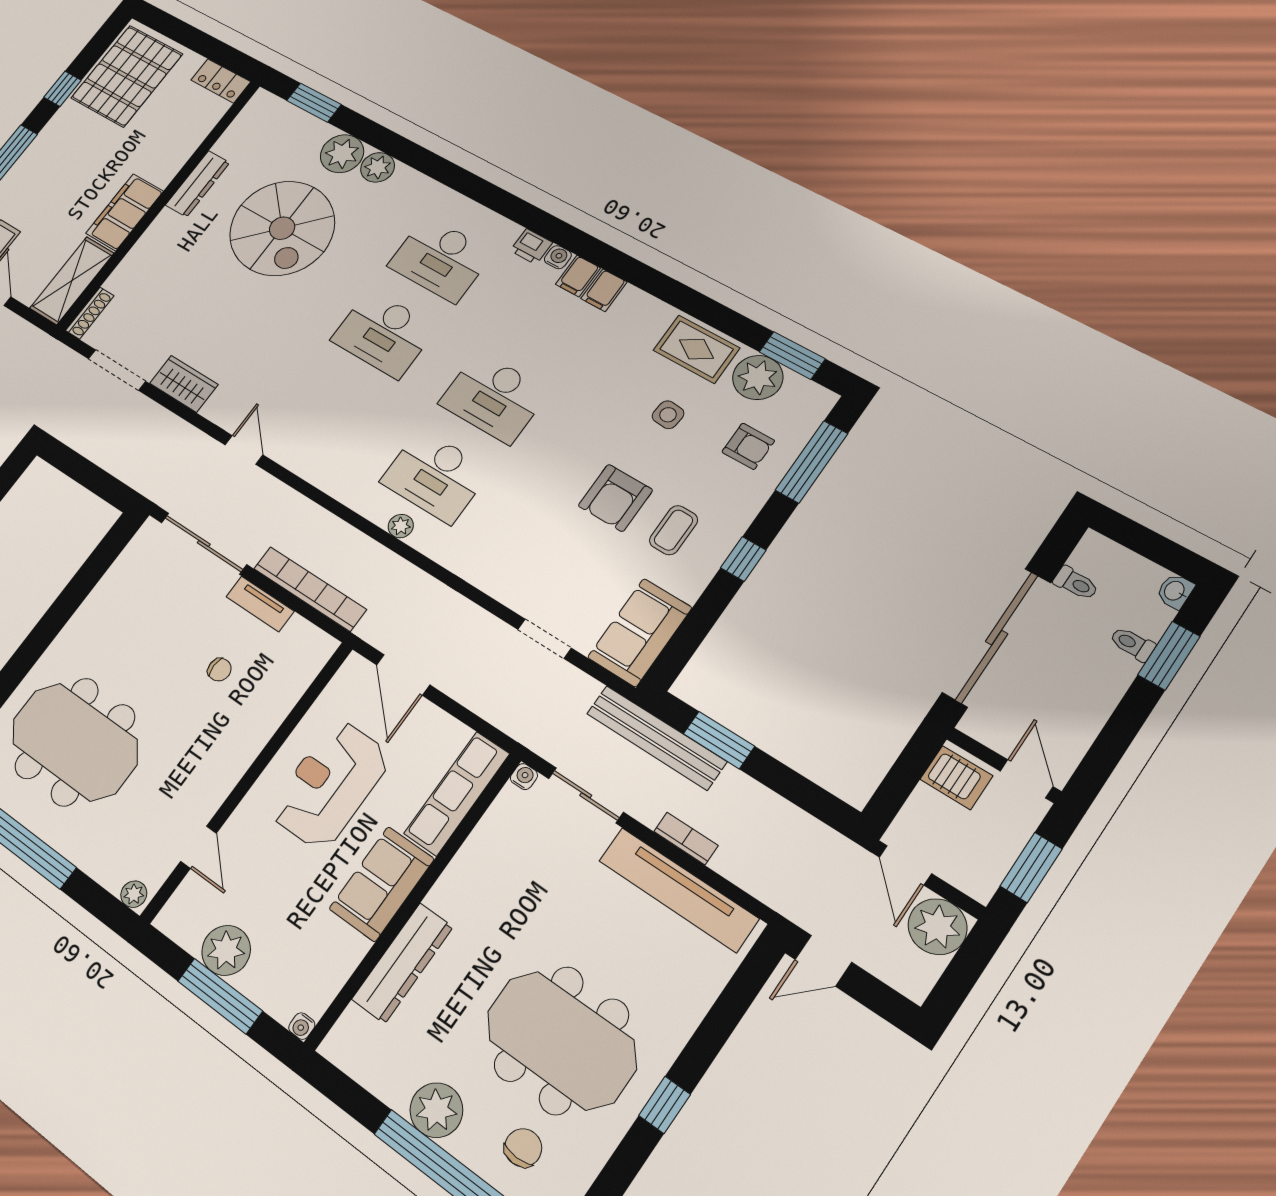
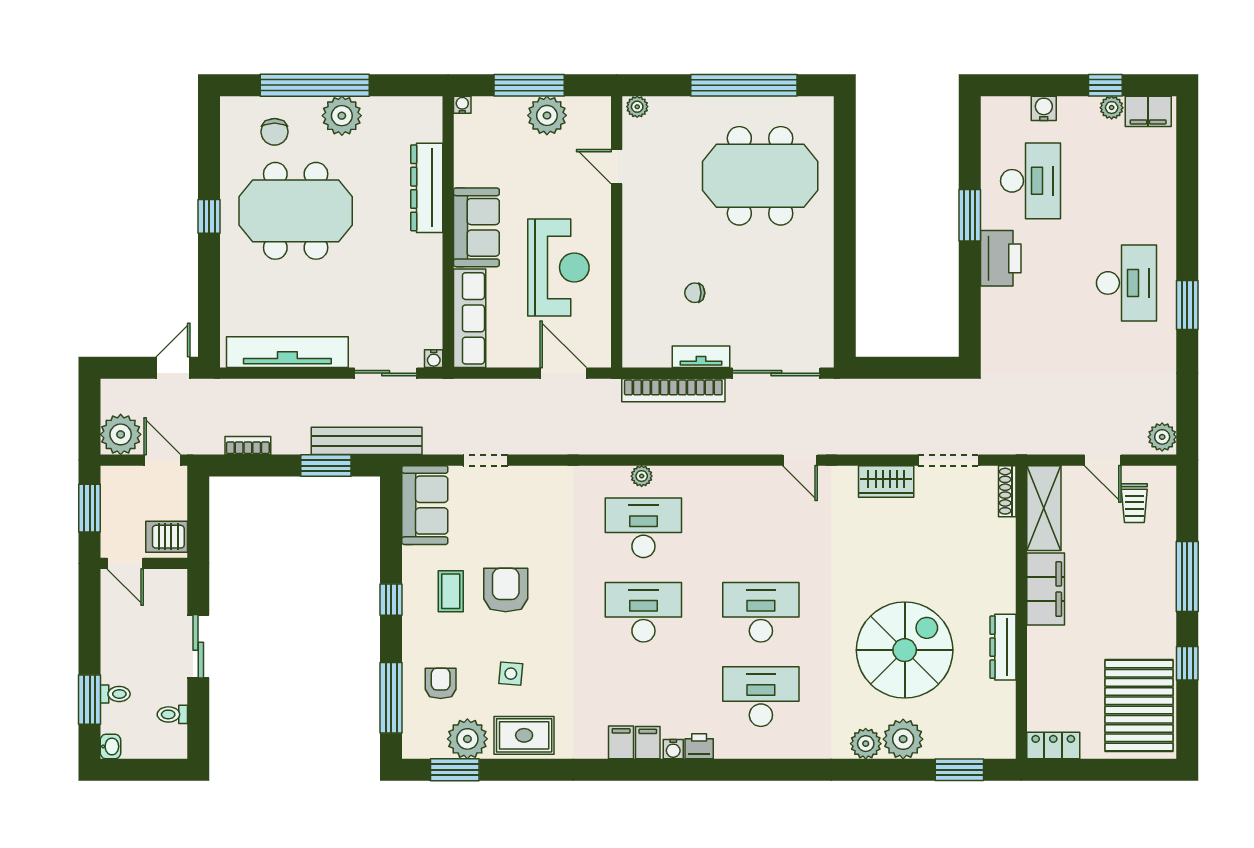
spiral stairs: (282, 228) -> (905, 650), turned 90
armchair: (748, 446) -> (441, 683), turned 90
sliding door: (997, 638) -> (198, 646), width x0.54
bookcase: (686, 838) -> (248, 446), moved, turned 180

